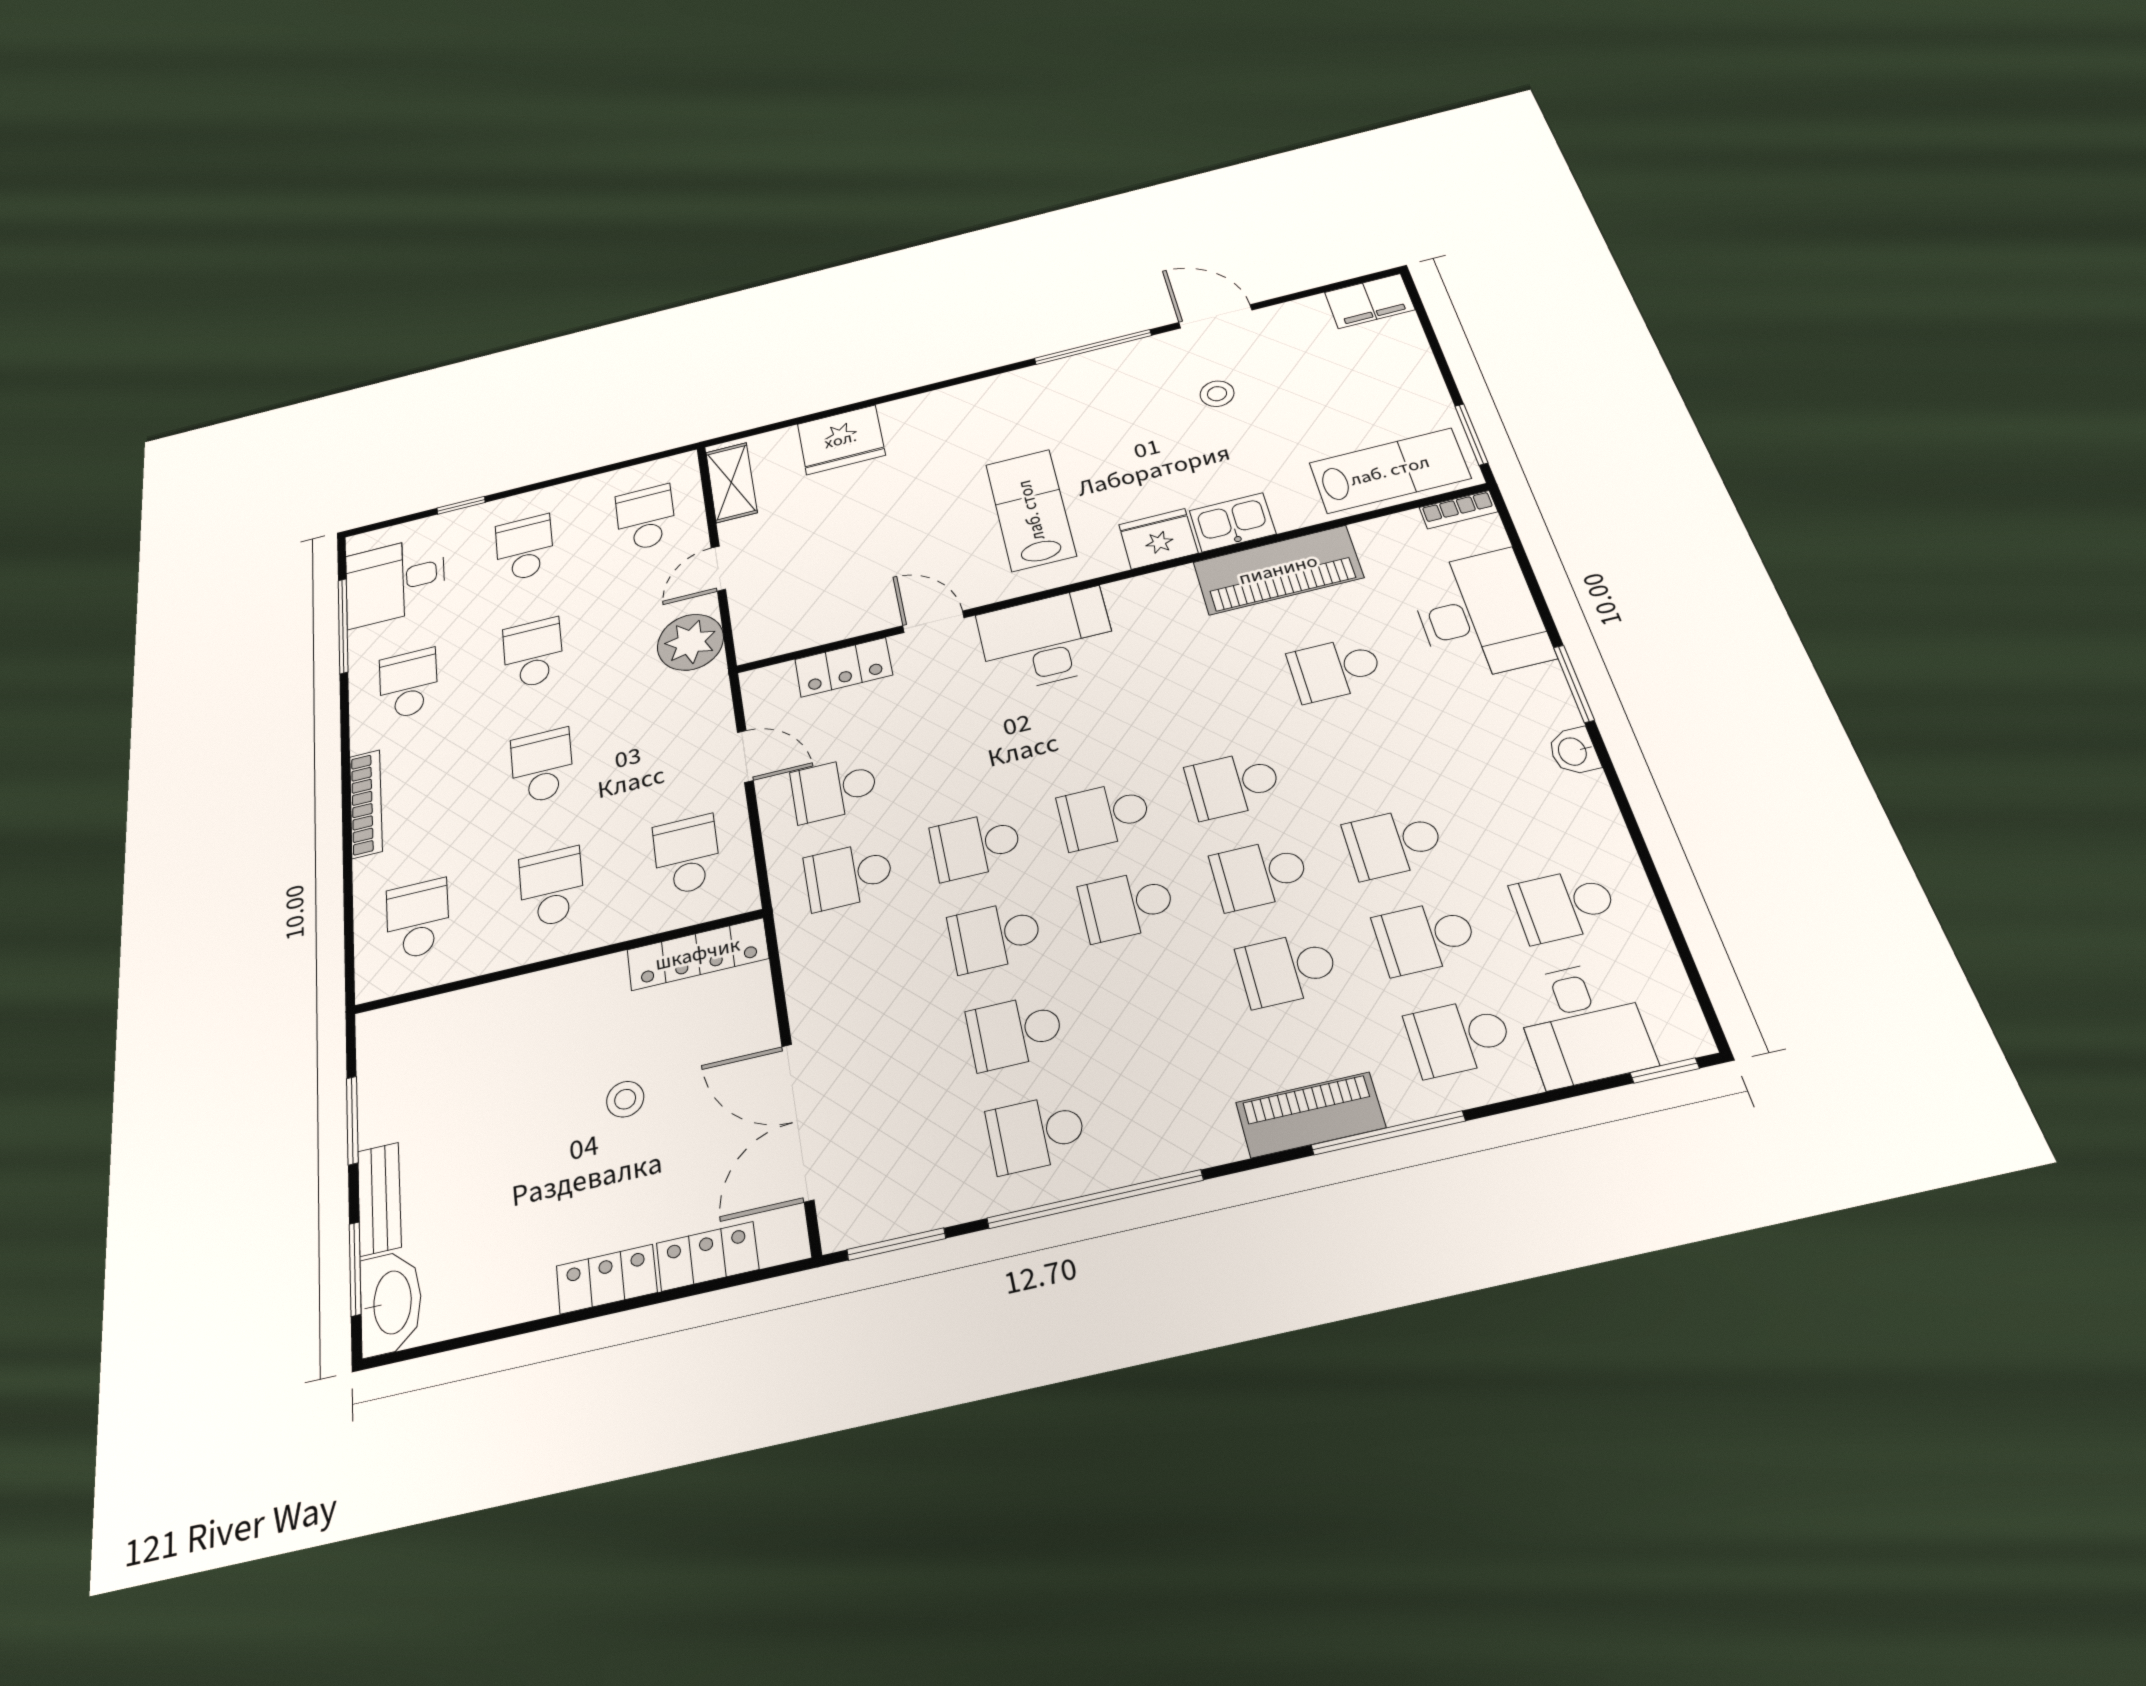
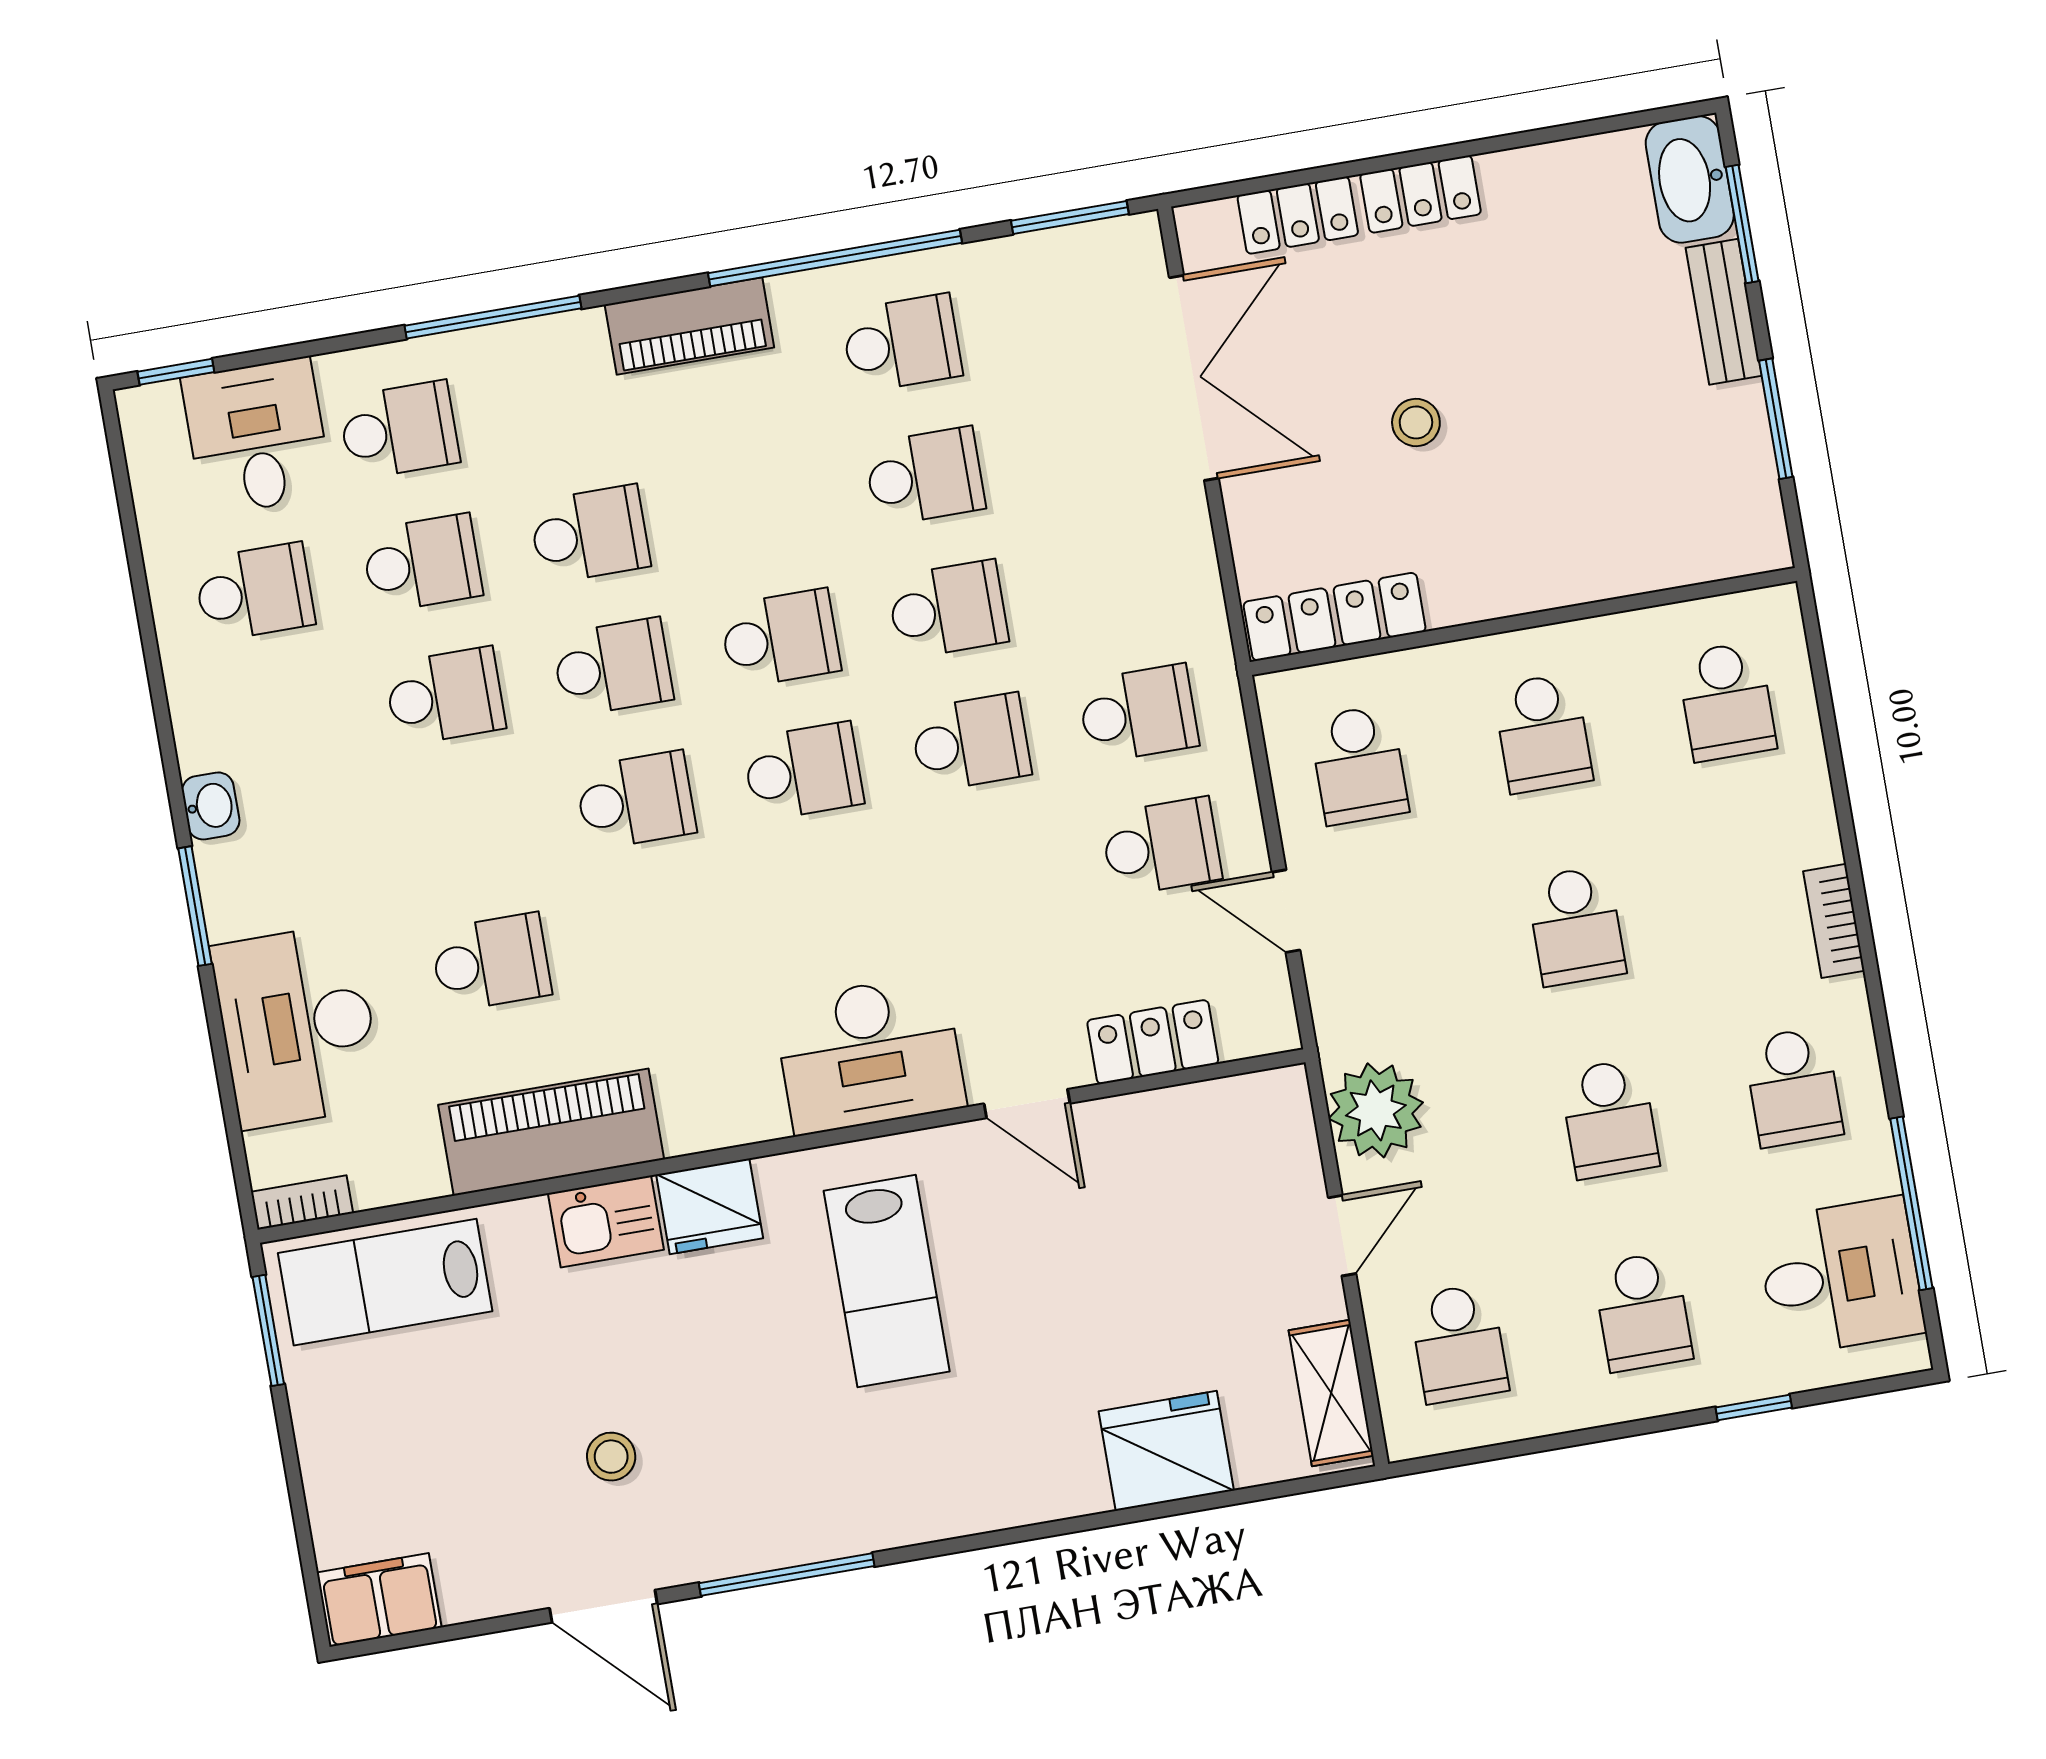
bookcase: (366, 804) -> (1834, 921), width x0.64
piano: (1310, 1115) -> (689, 326), moved

